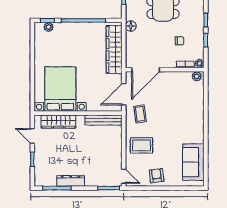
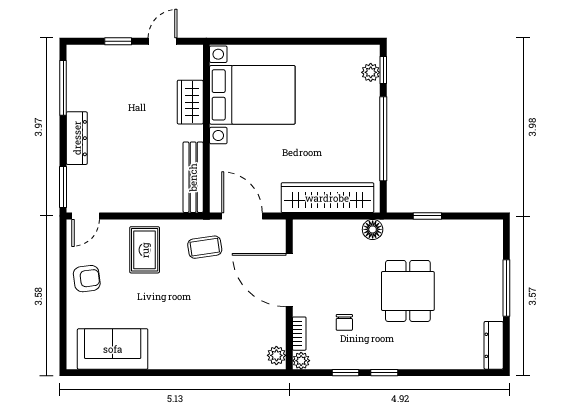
door: (146, 70) -> (289, 280), moved
wardrobe: (58, 121) -> (190, 102), width x0.67
dresser: (71, 181) -> (77, 138), moved

